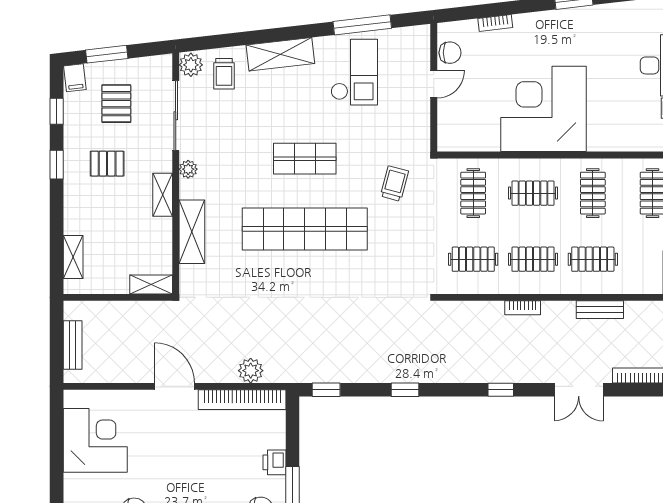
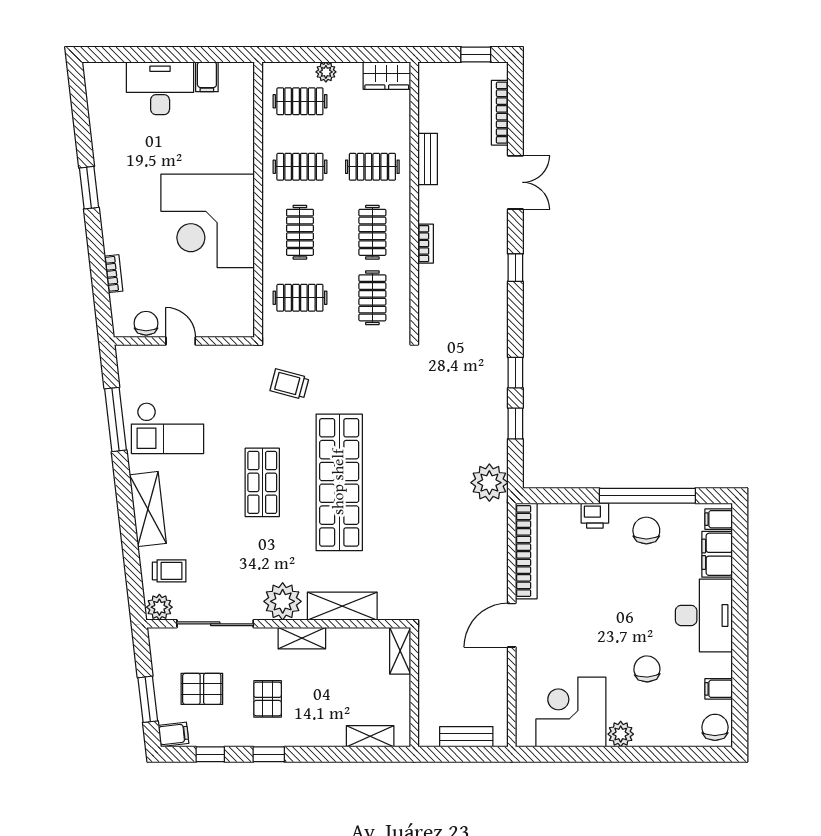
checkout: (354, 72) -> (168, 428), turned 180
plant: (188, 169) -> (283, 601), width x1.88, depth x1.88
clothes rail: (593, 259) -> (372, 167), turned 90
plant: (251, 371) -> (489, 483), moved, width x1.36, depth x1.36
window: (326, 390) -> (515, 424), moved
plant: (75, 486) -> (621, 734), added

